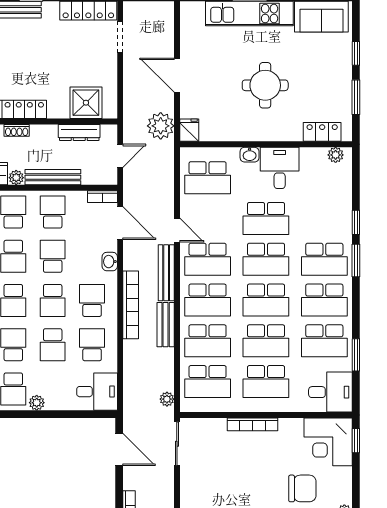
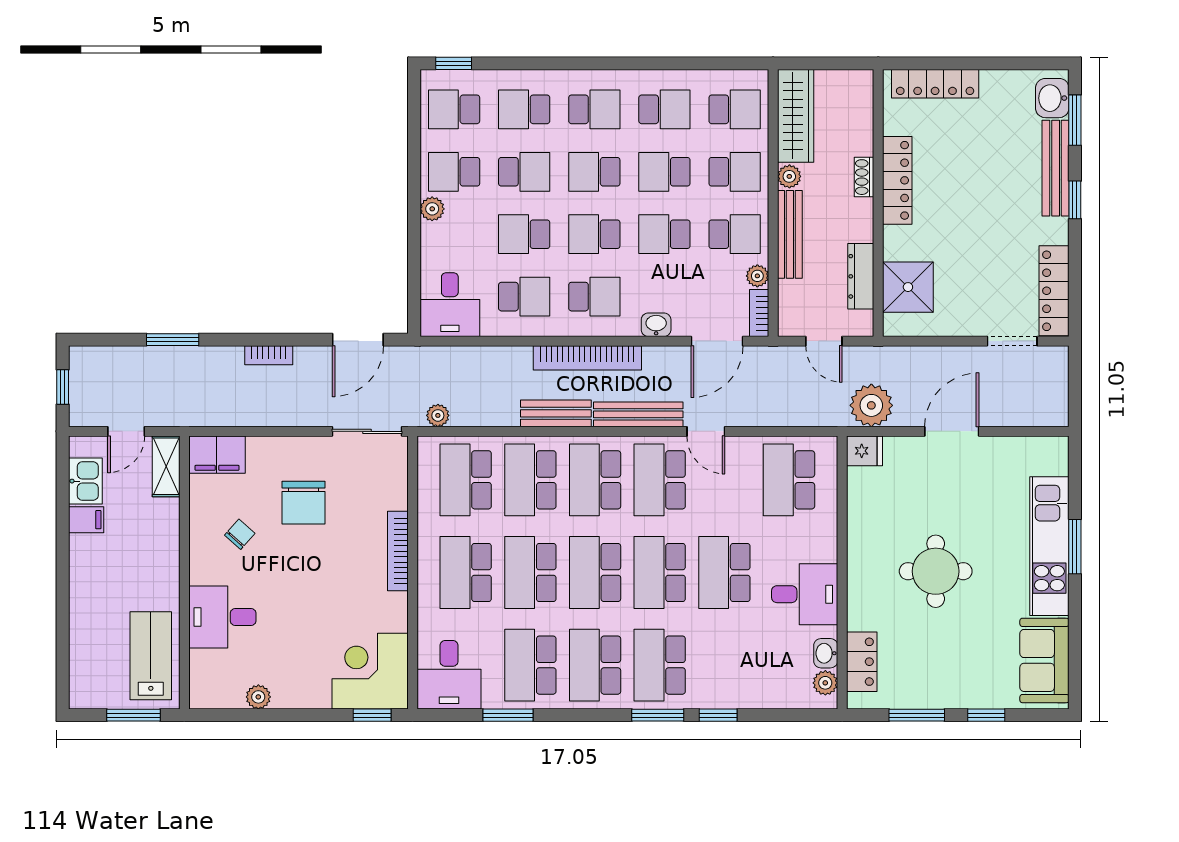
washbasin: (250, 155) -> (826, 653), moved
plant: (79, 198) -> (757, 276), added
door: (177, 230) -> (706, 431), hinge flipped
school desk: (53, 256) -> (664, 234), turned 180
chair: (302, 488) -> (304, 503), moved

